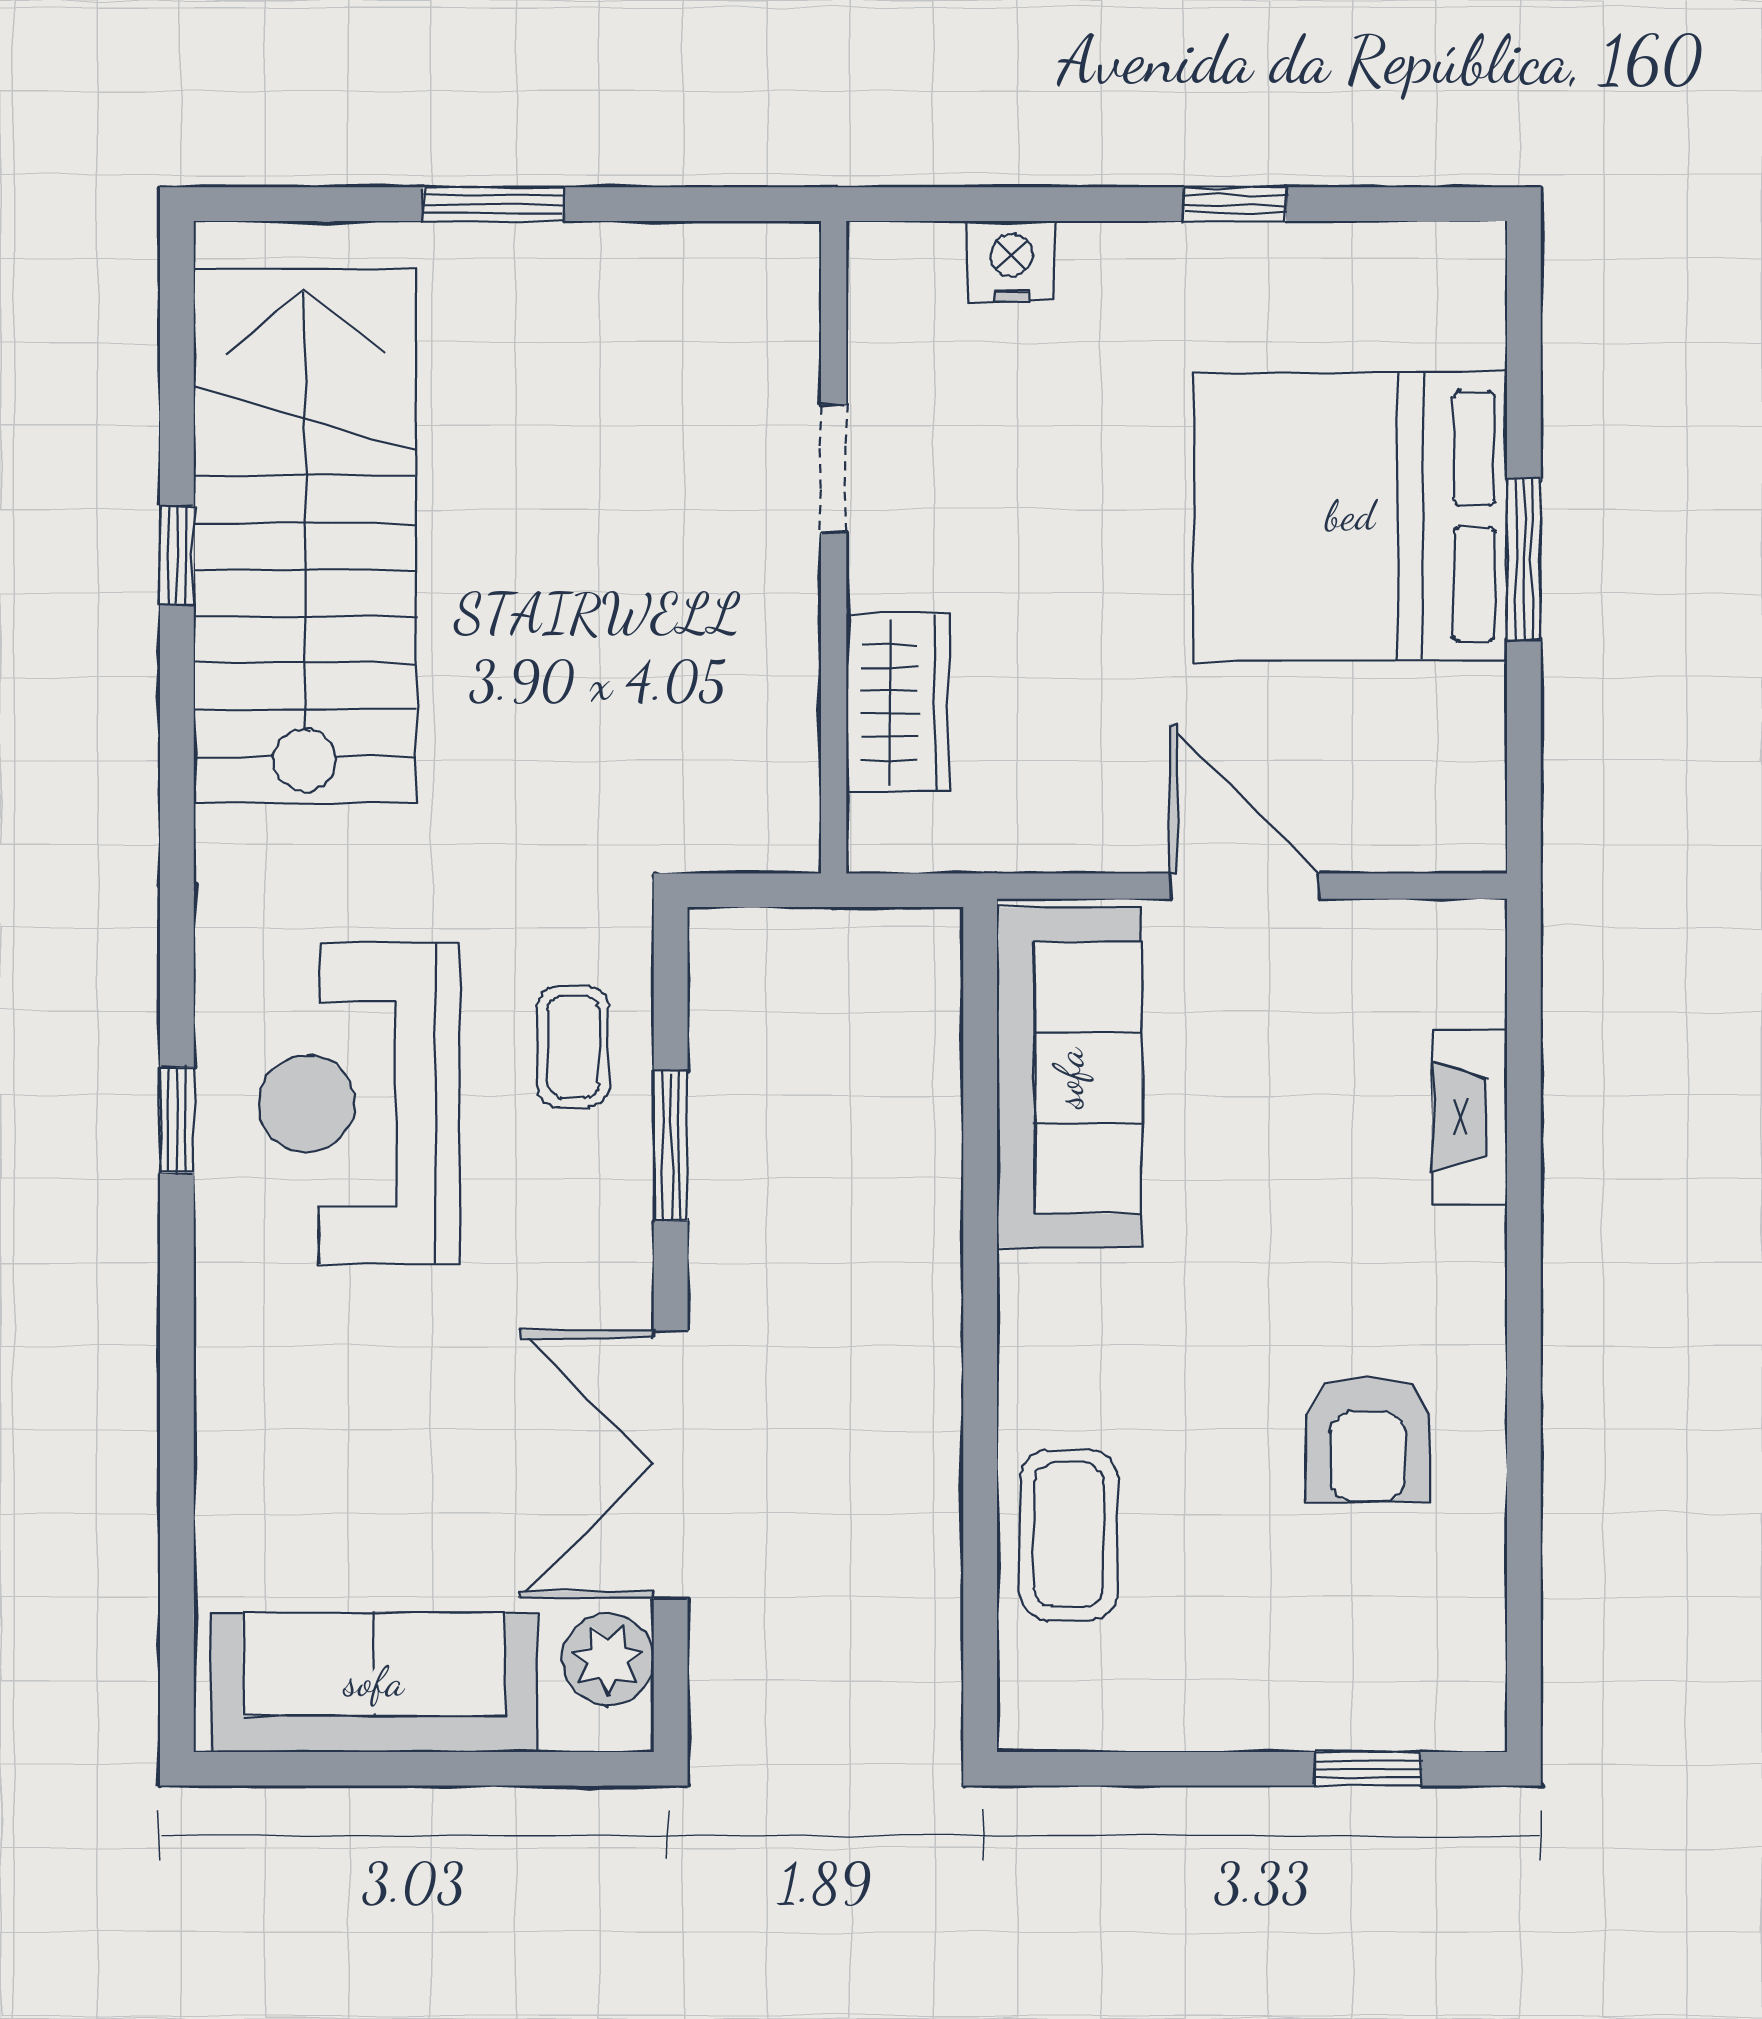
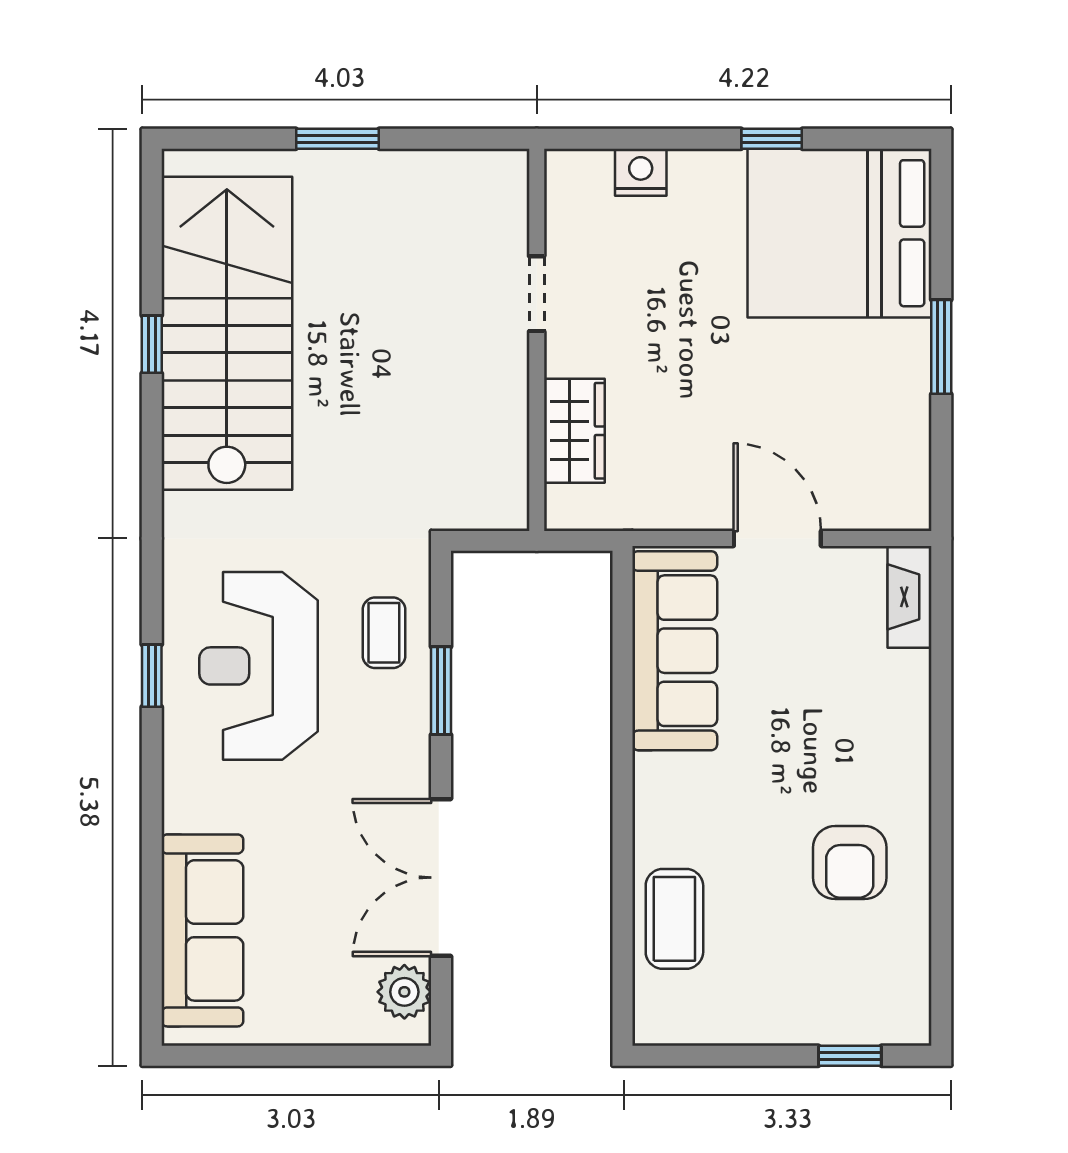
bed: (1350, 516) -> (840, 233), moved
fireplace: (1470, 1117) -> (910, 597), moved
sofa: (374, 1682) -> (202, 930), moved, turned 90

